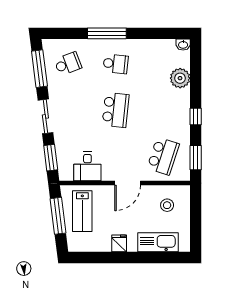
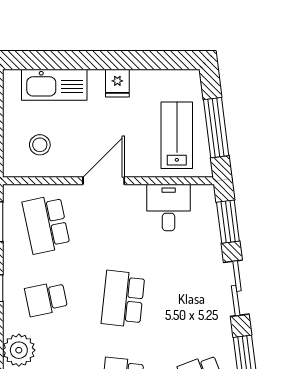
school desk: (163, 110) -> (46, 299), added
school desk: (163, 156) -> (46, 224), turned -30

